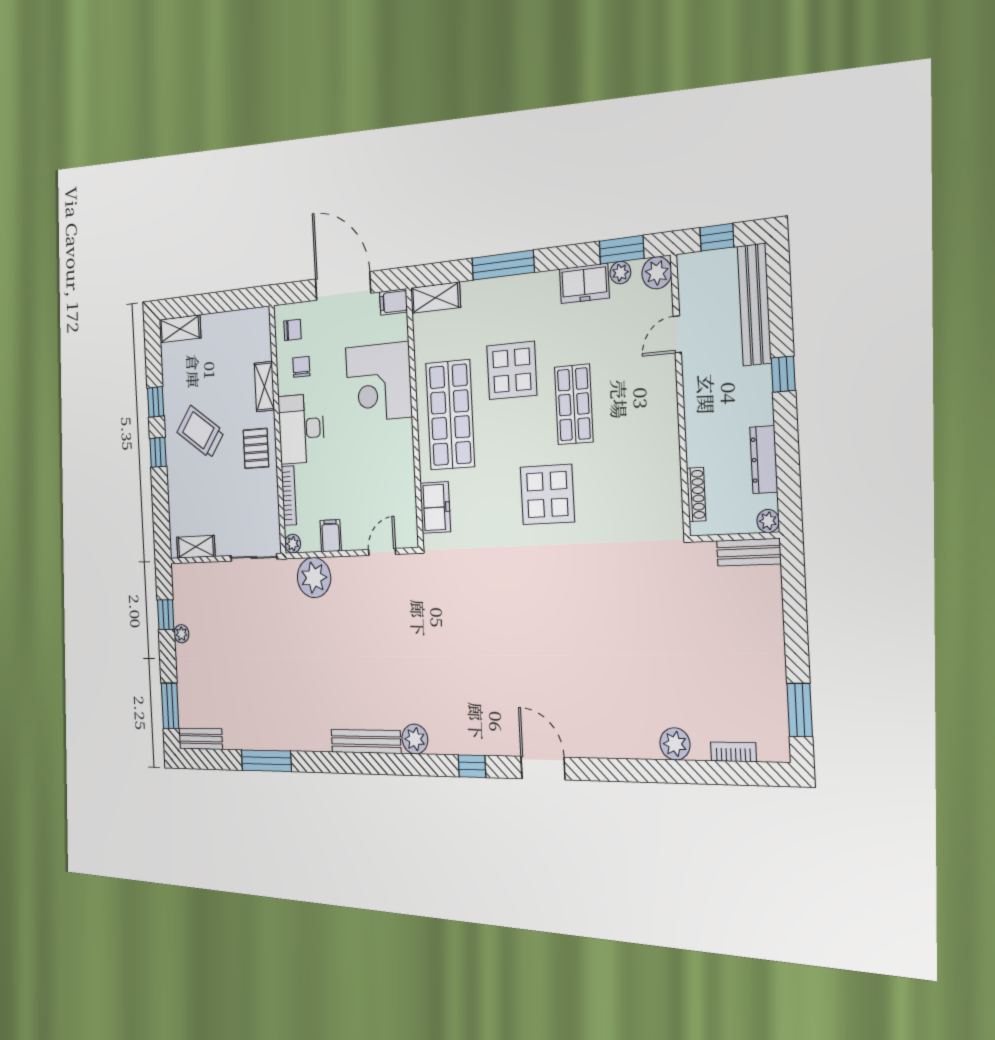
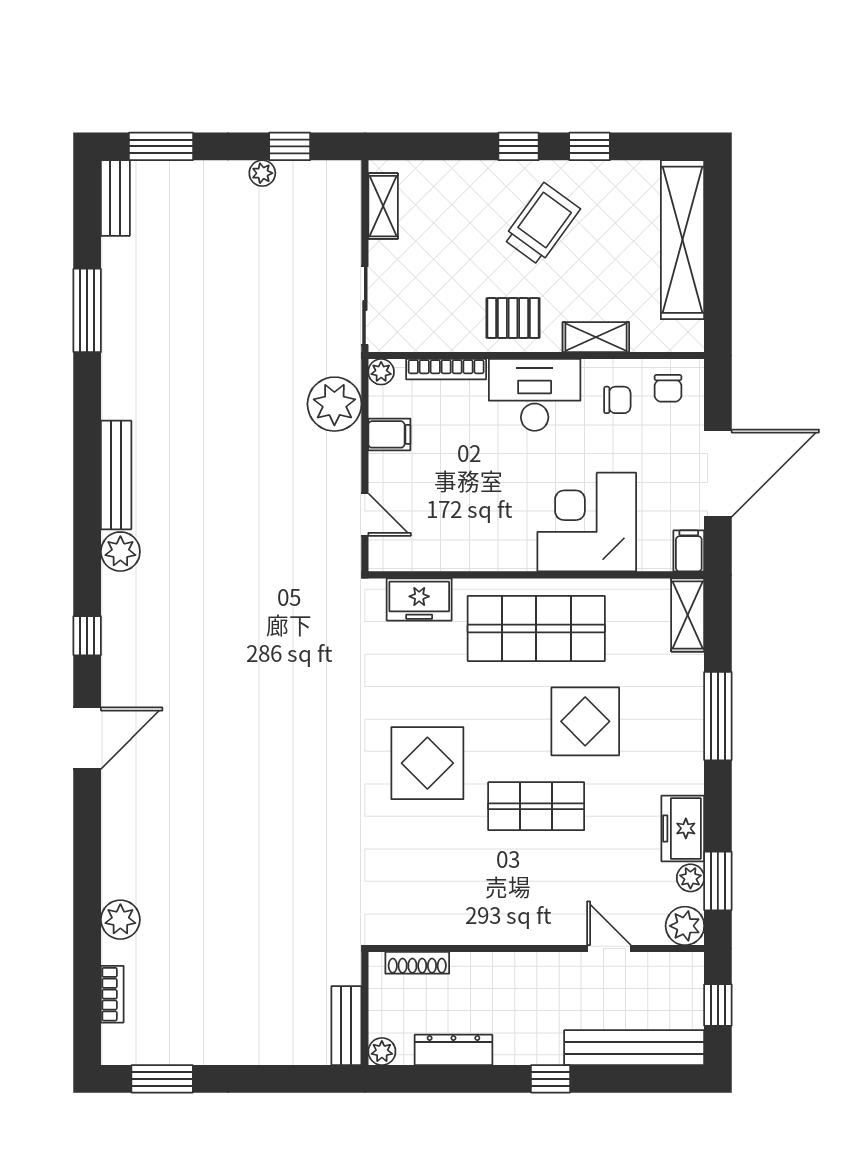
shelving: (180, 329) -> (683, 240), width x2.20, depth x1.33

